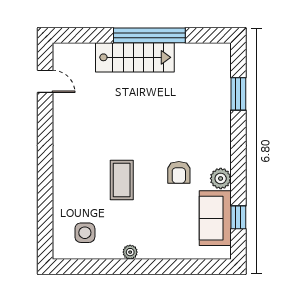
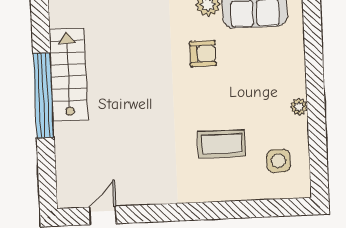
stairs: (135, 57) -> (69, 75), moved
coffee table: (122, 180) -> (222, 144), moved

